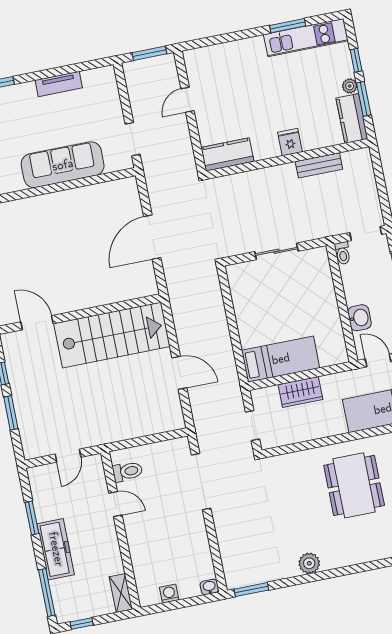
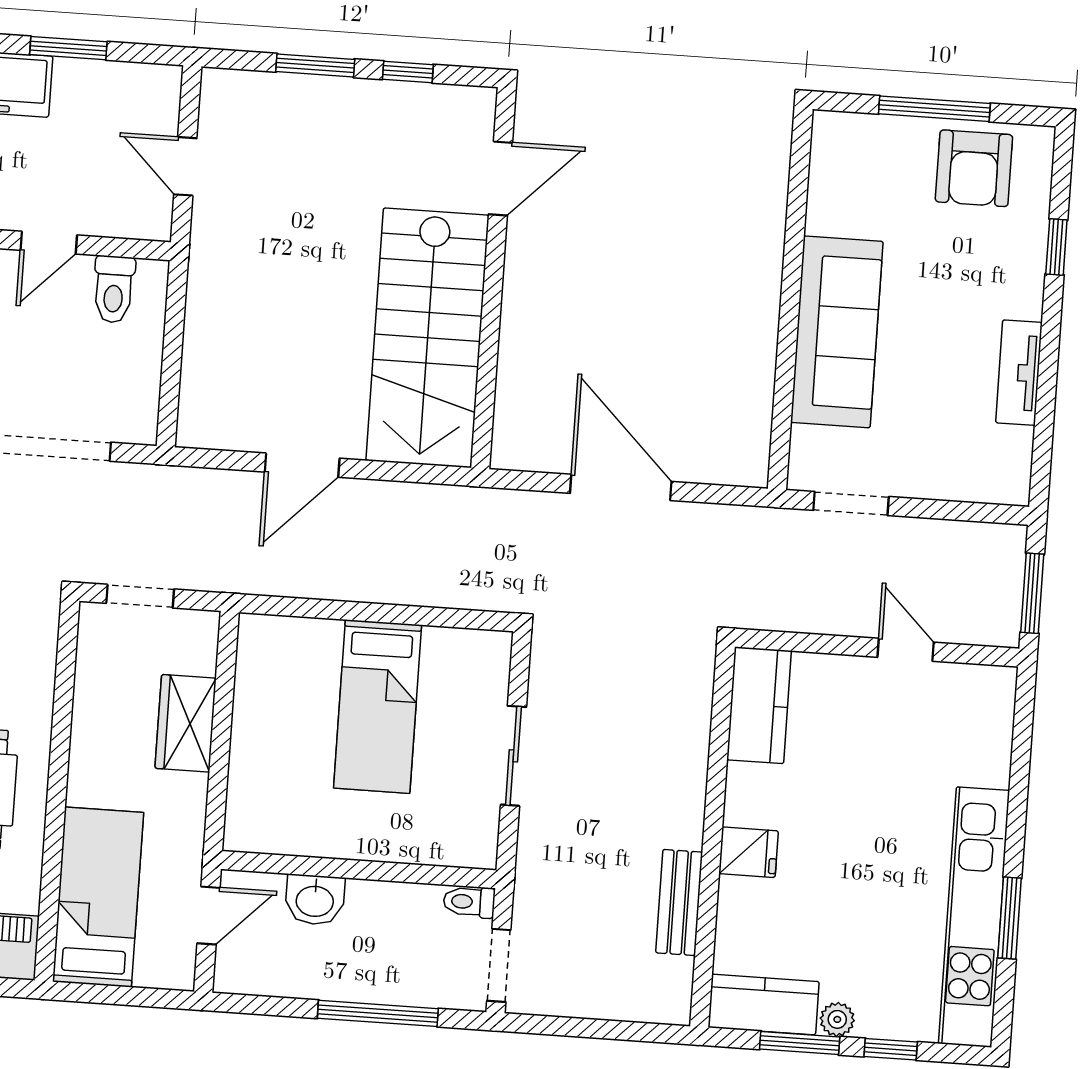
kitchen unit: (306, 38) -> (974, 917), width x1.36
bed: (281, 359) -> (378, 706), moved

